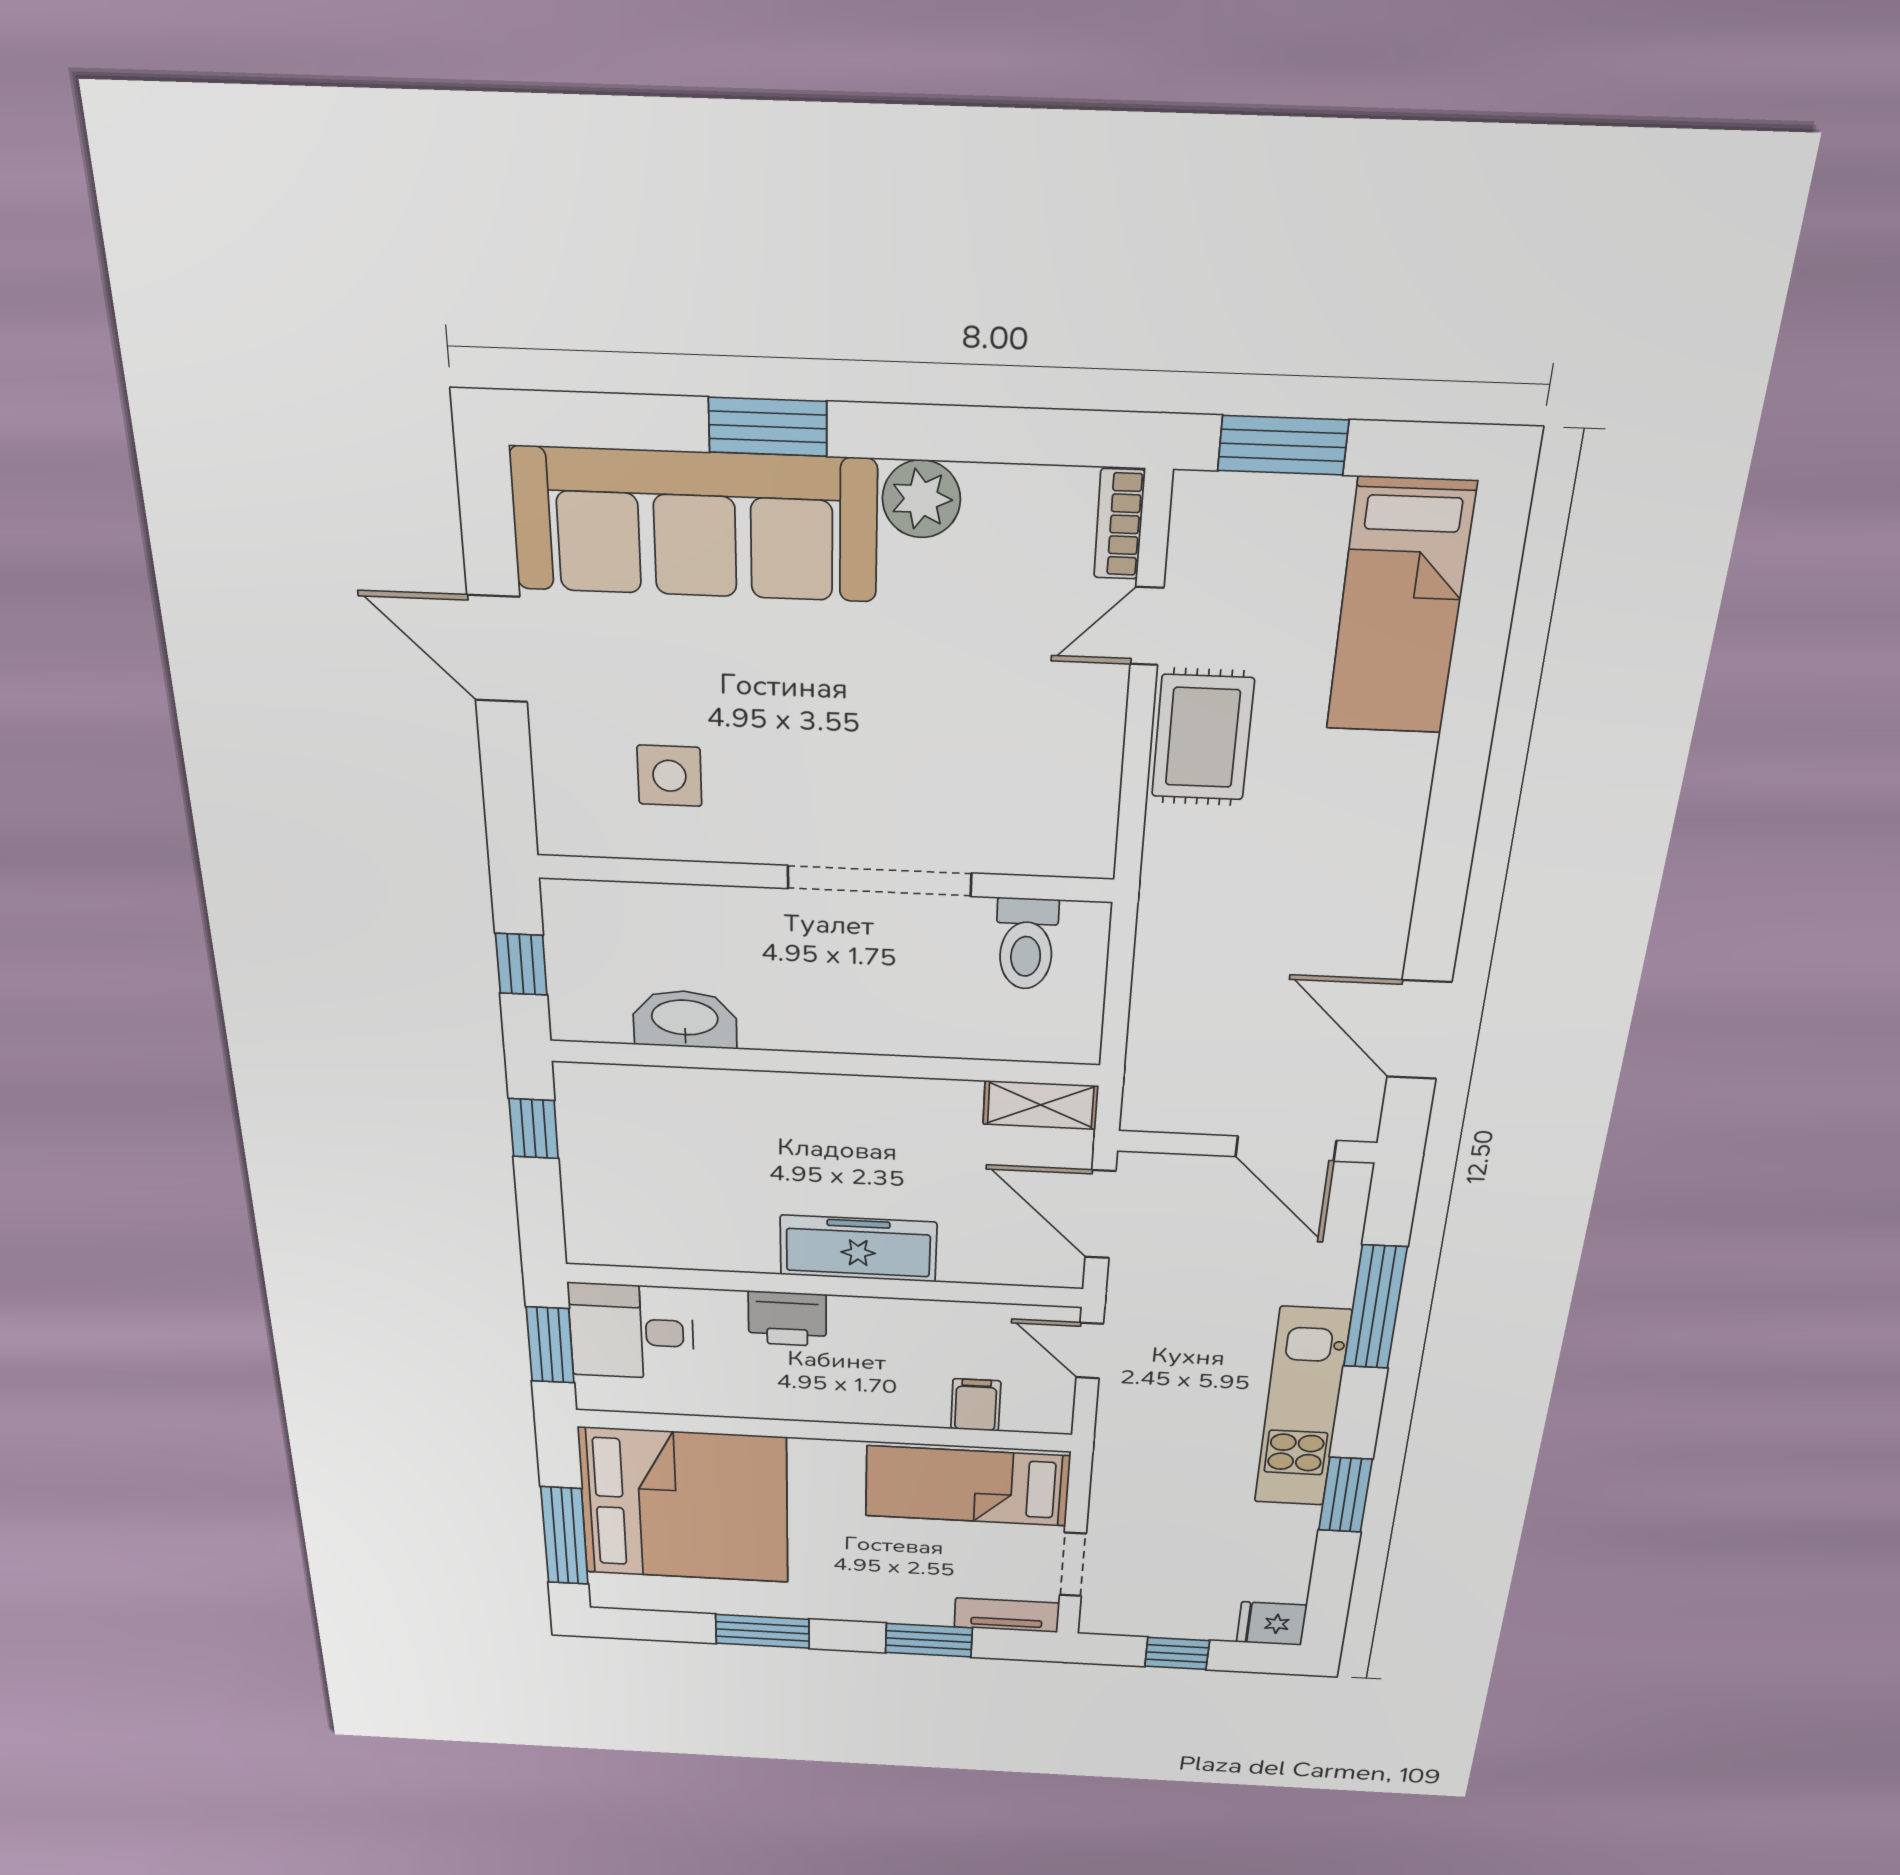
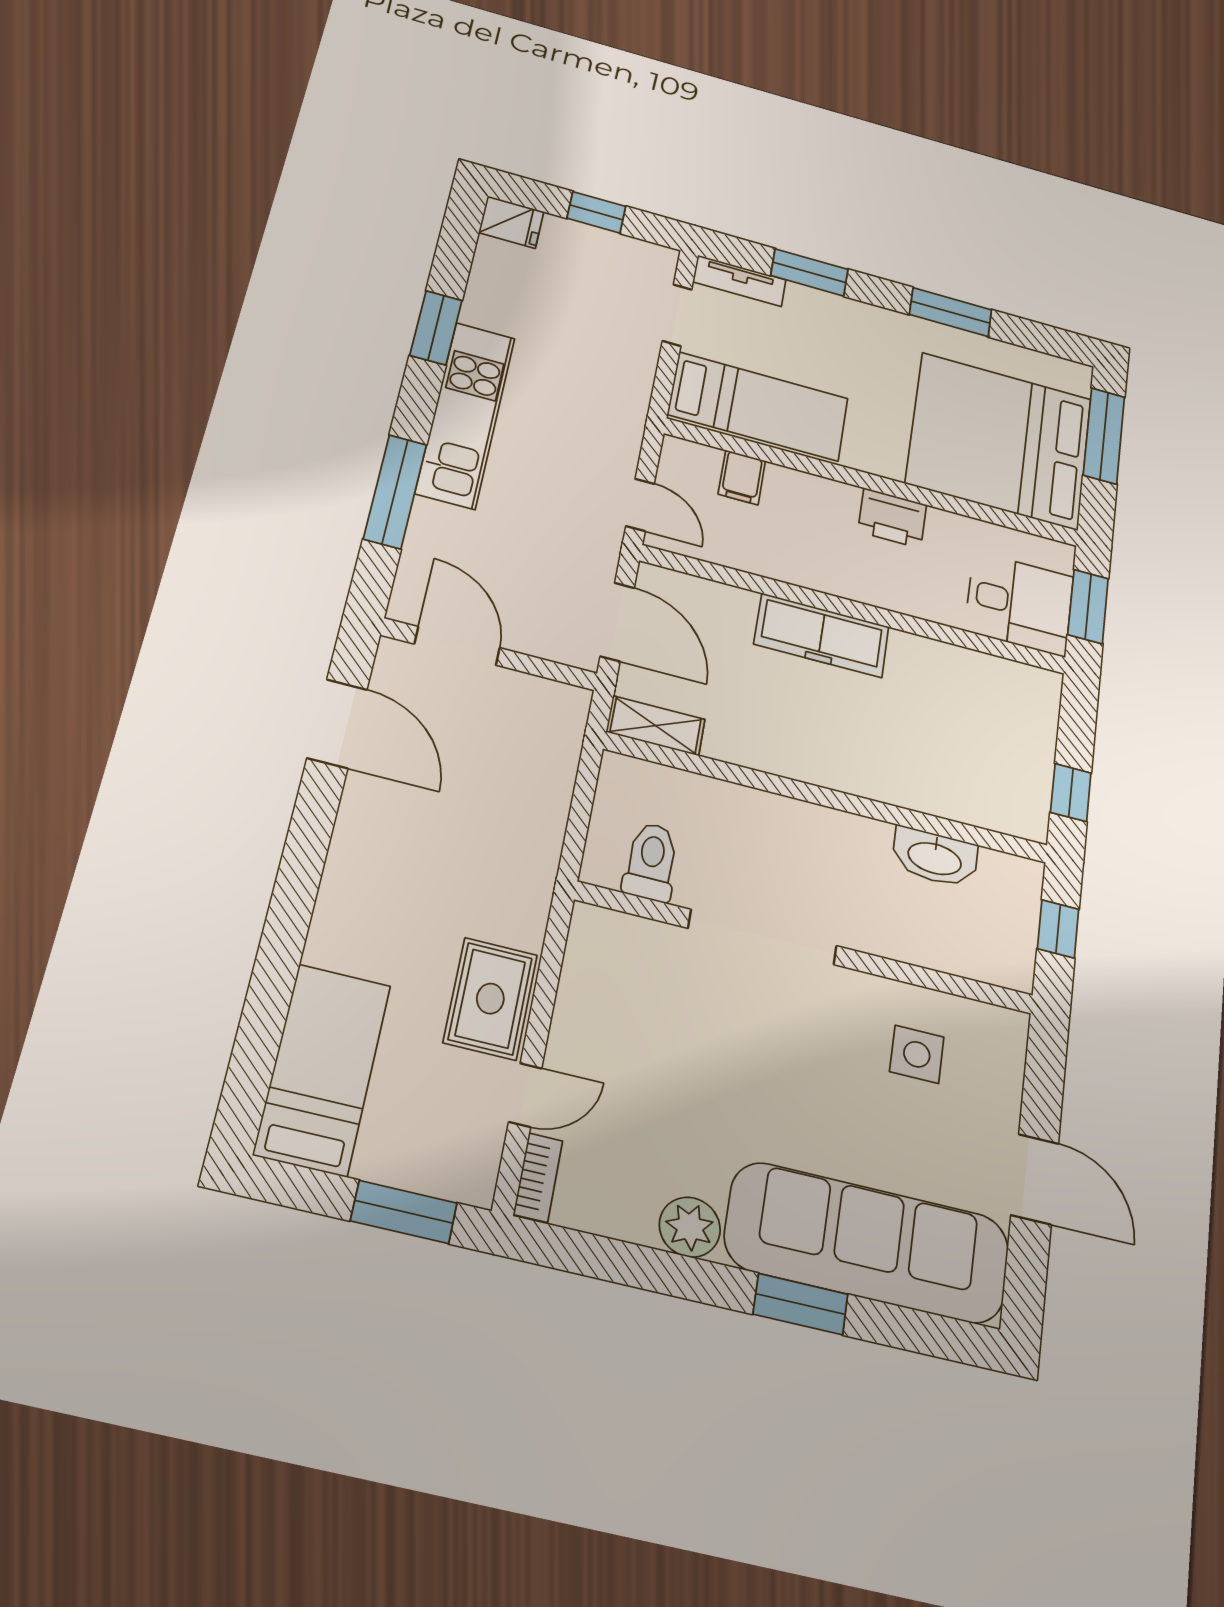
printer: (787, 1319) -> (892, 518), moved, turned 180

